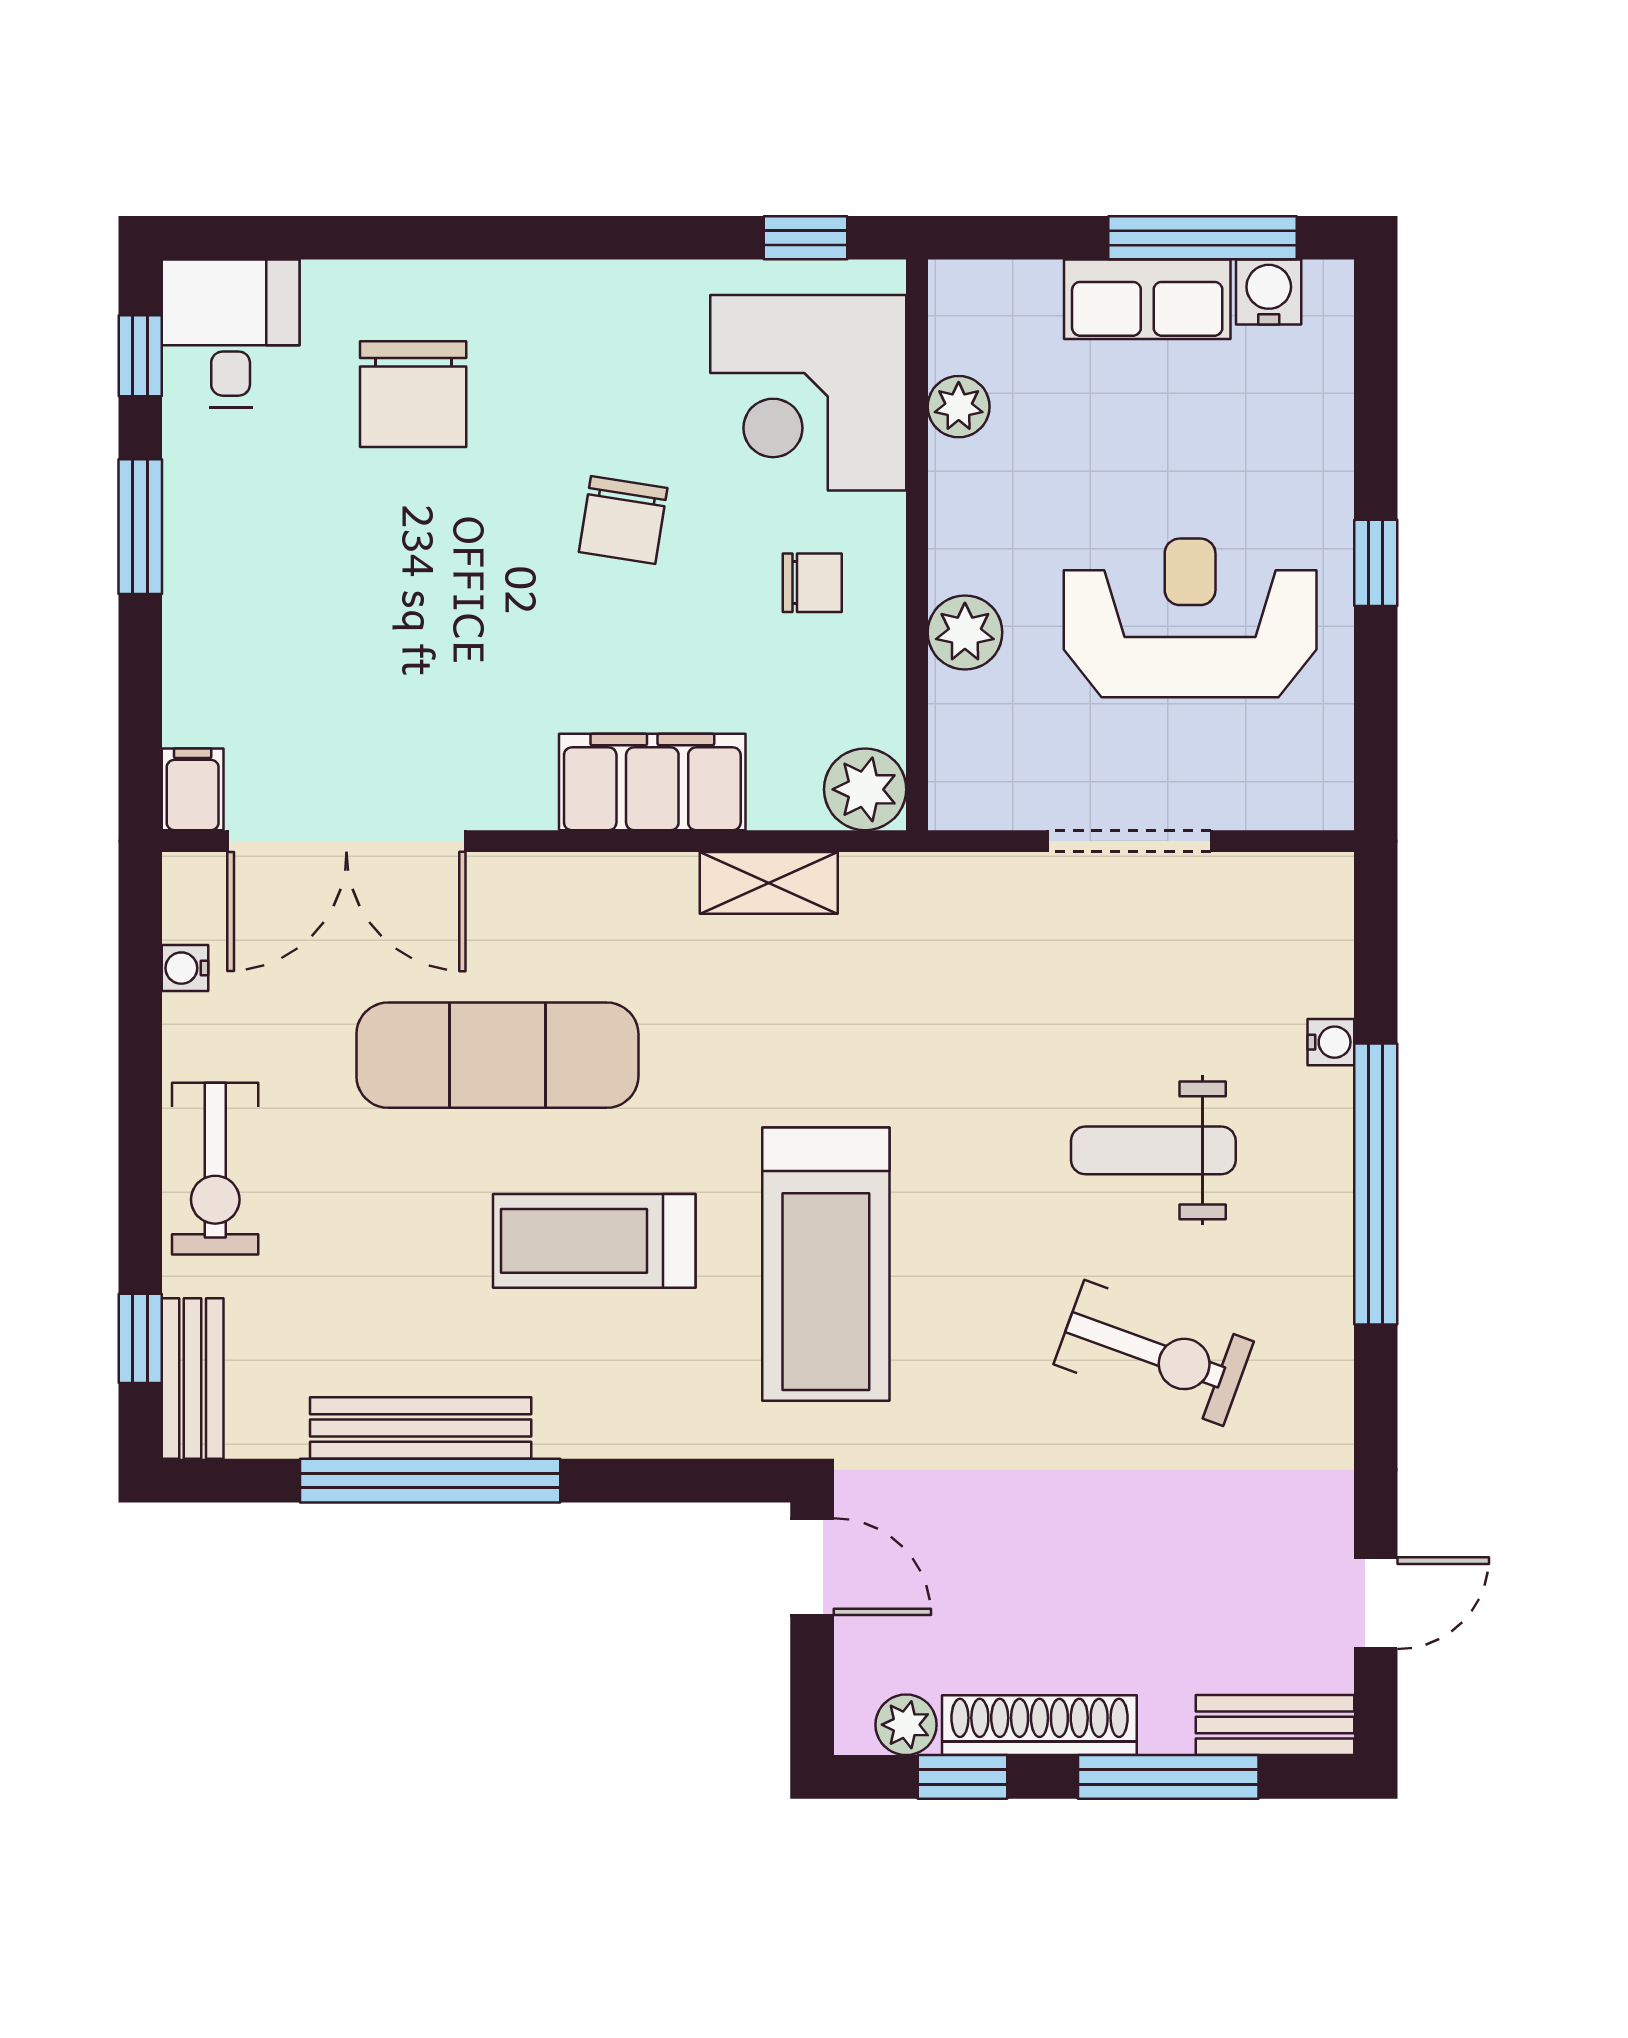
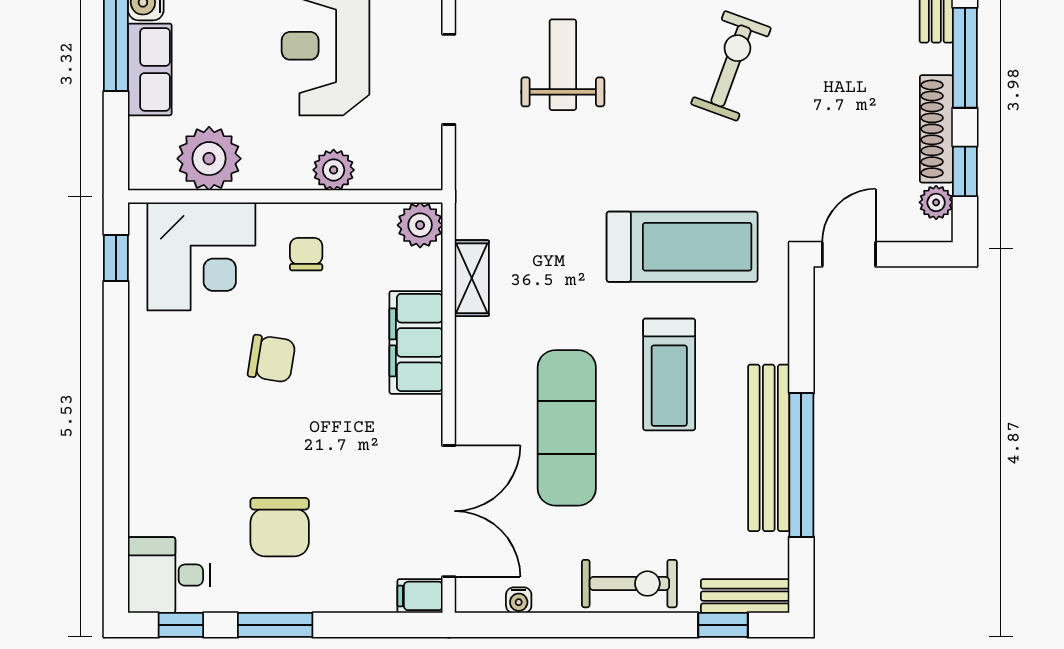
chair: (413, 394) -> (280, 527), moved, turned 90
plant: (959, 407) -> (209, 159), width x1.87, depth x1.87
weight bench: (1153, 1150) -> (563, 65), moved, turned 180
bench: (421, 1428) -> (769, 448), width x1.37, depth x1.21

